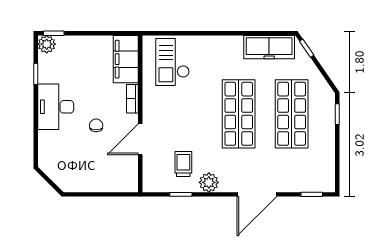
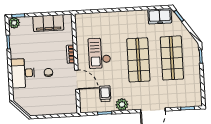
freezer: (269, 47) -> (160, 16), width x0.71
filing cabinet: (126, 59) -> (48, 23), moved, turned -90
checkout: (173, 62) -> (99, 53), moved
desk: (56, 107) -> (23, 73), moved
door: (140, 139) -> (77, 80), swing flipped

